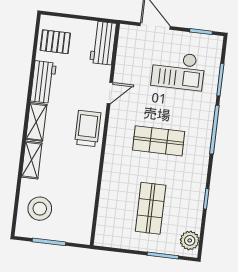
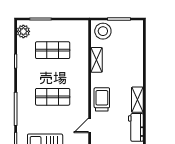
trolley: (88, 128) -> (102, 99), turned 180
shelving: (32, 160) -> (97, 60), moved
shop shelf: (151, 208) -> (53, 50), turned 90
stool: (40, 209) -> (103, 31), moved

